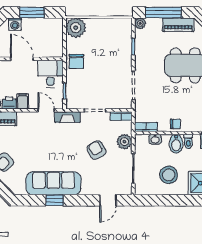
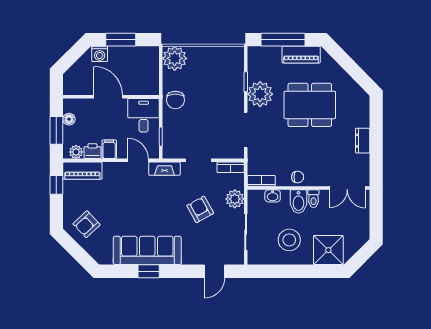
plant: (140, 23) -> (260, 94), moved, width x1.87, depth x1.87

